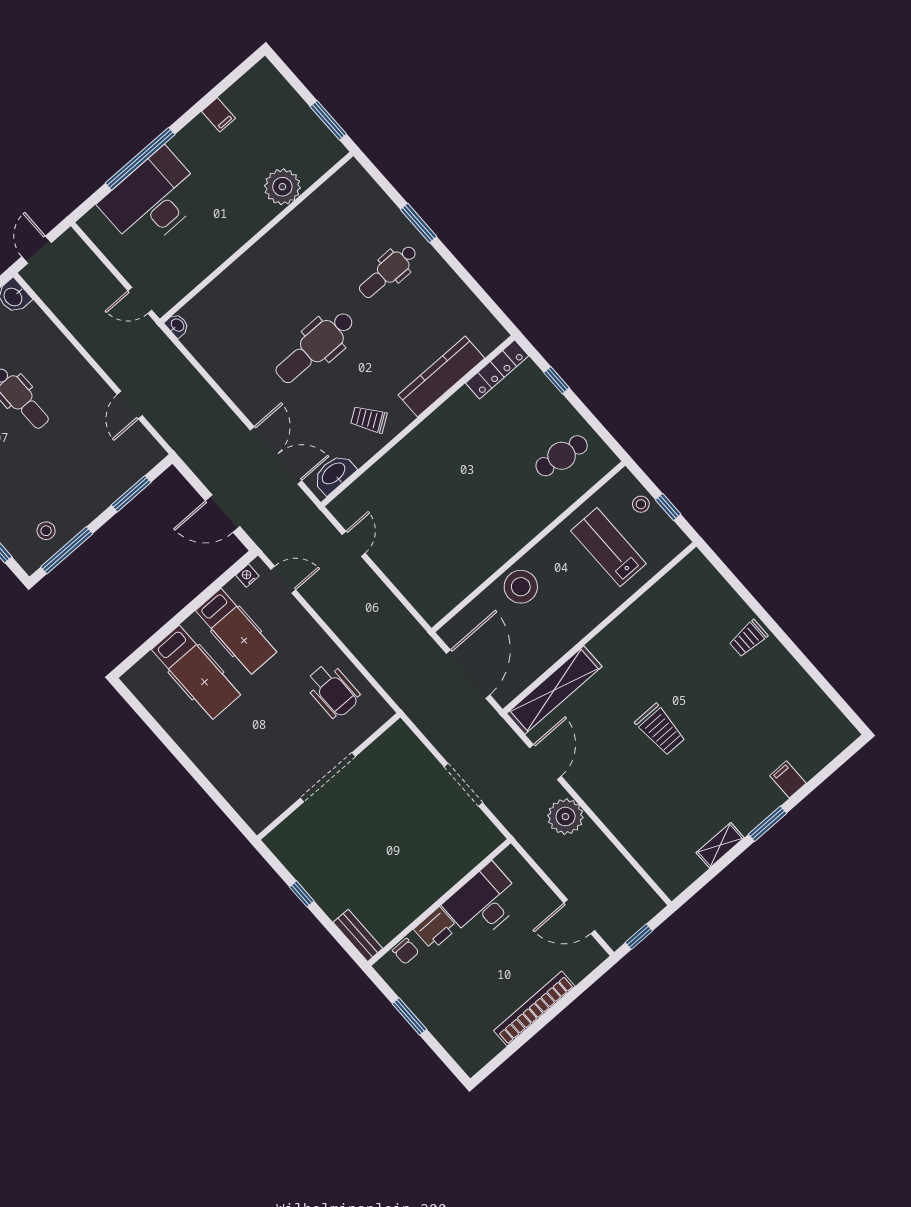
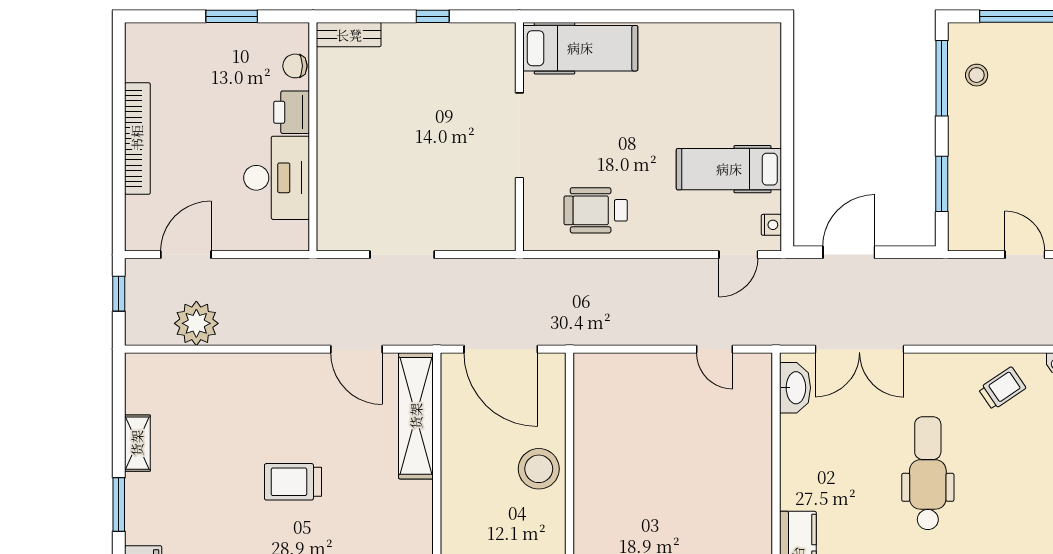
trolley: (369, 419) -> (1002, 388), moved
hospital bed: (196, 672) -> (580, 48), moved, turned 180
plant: (565, 817) -> (196, 323), moved

